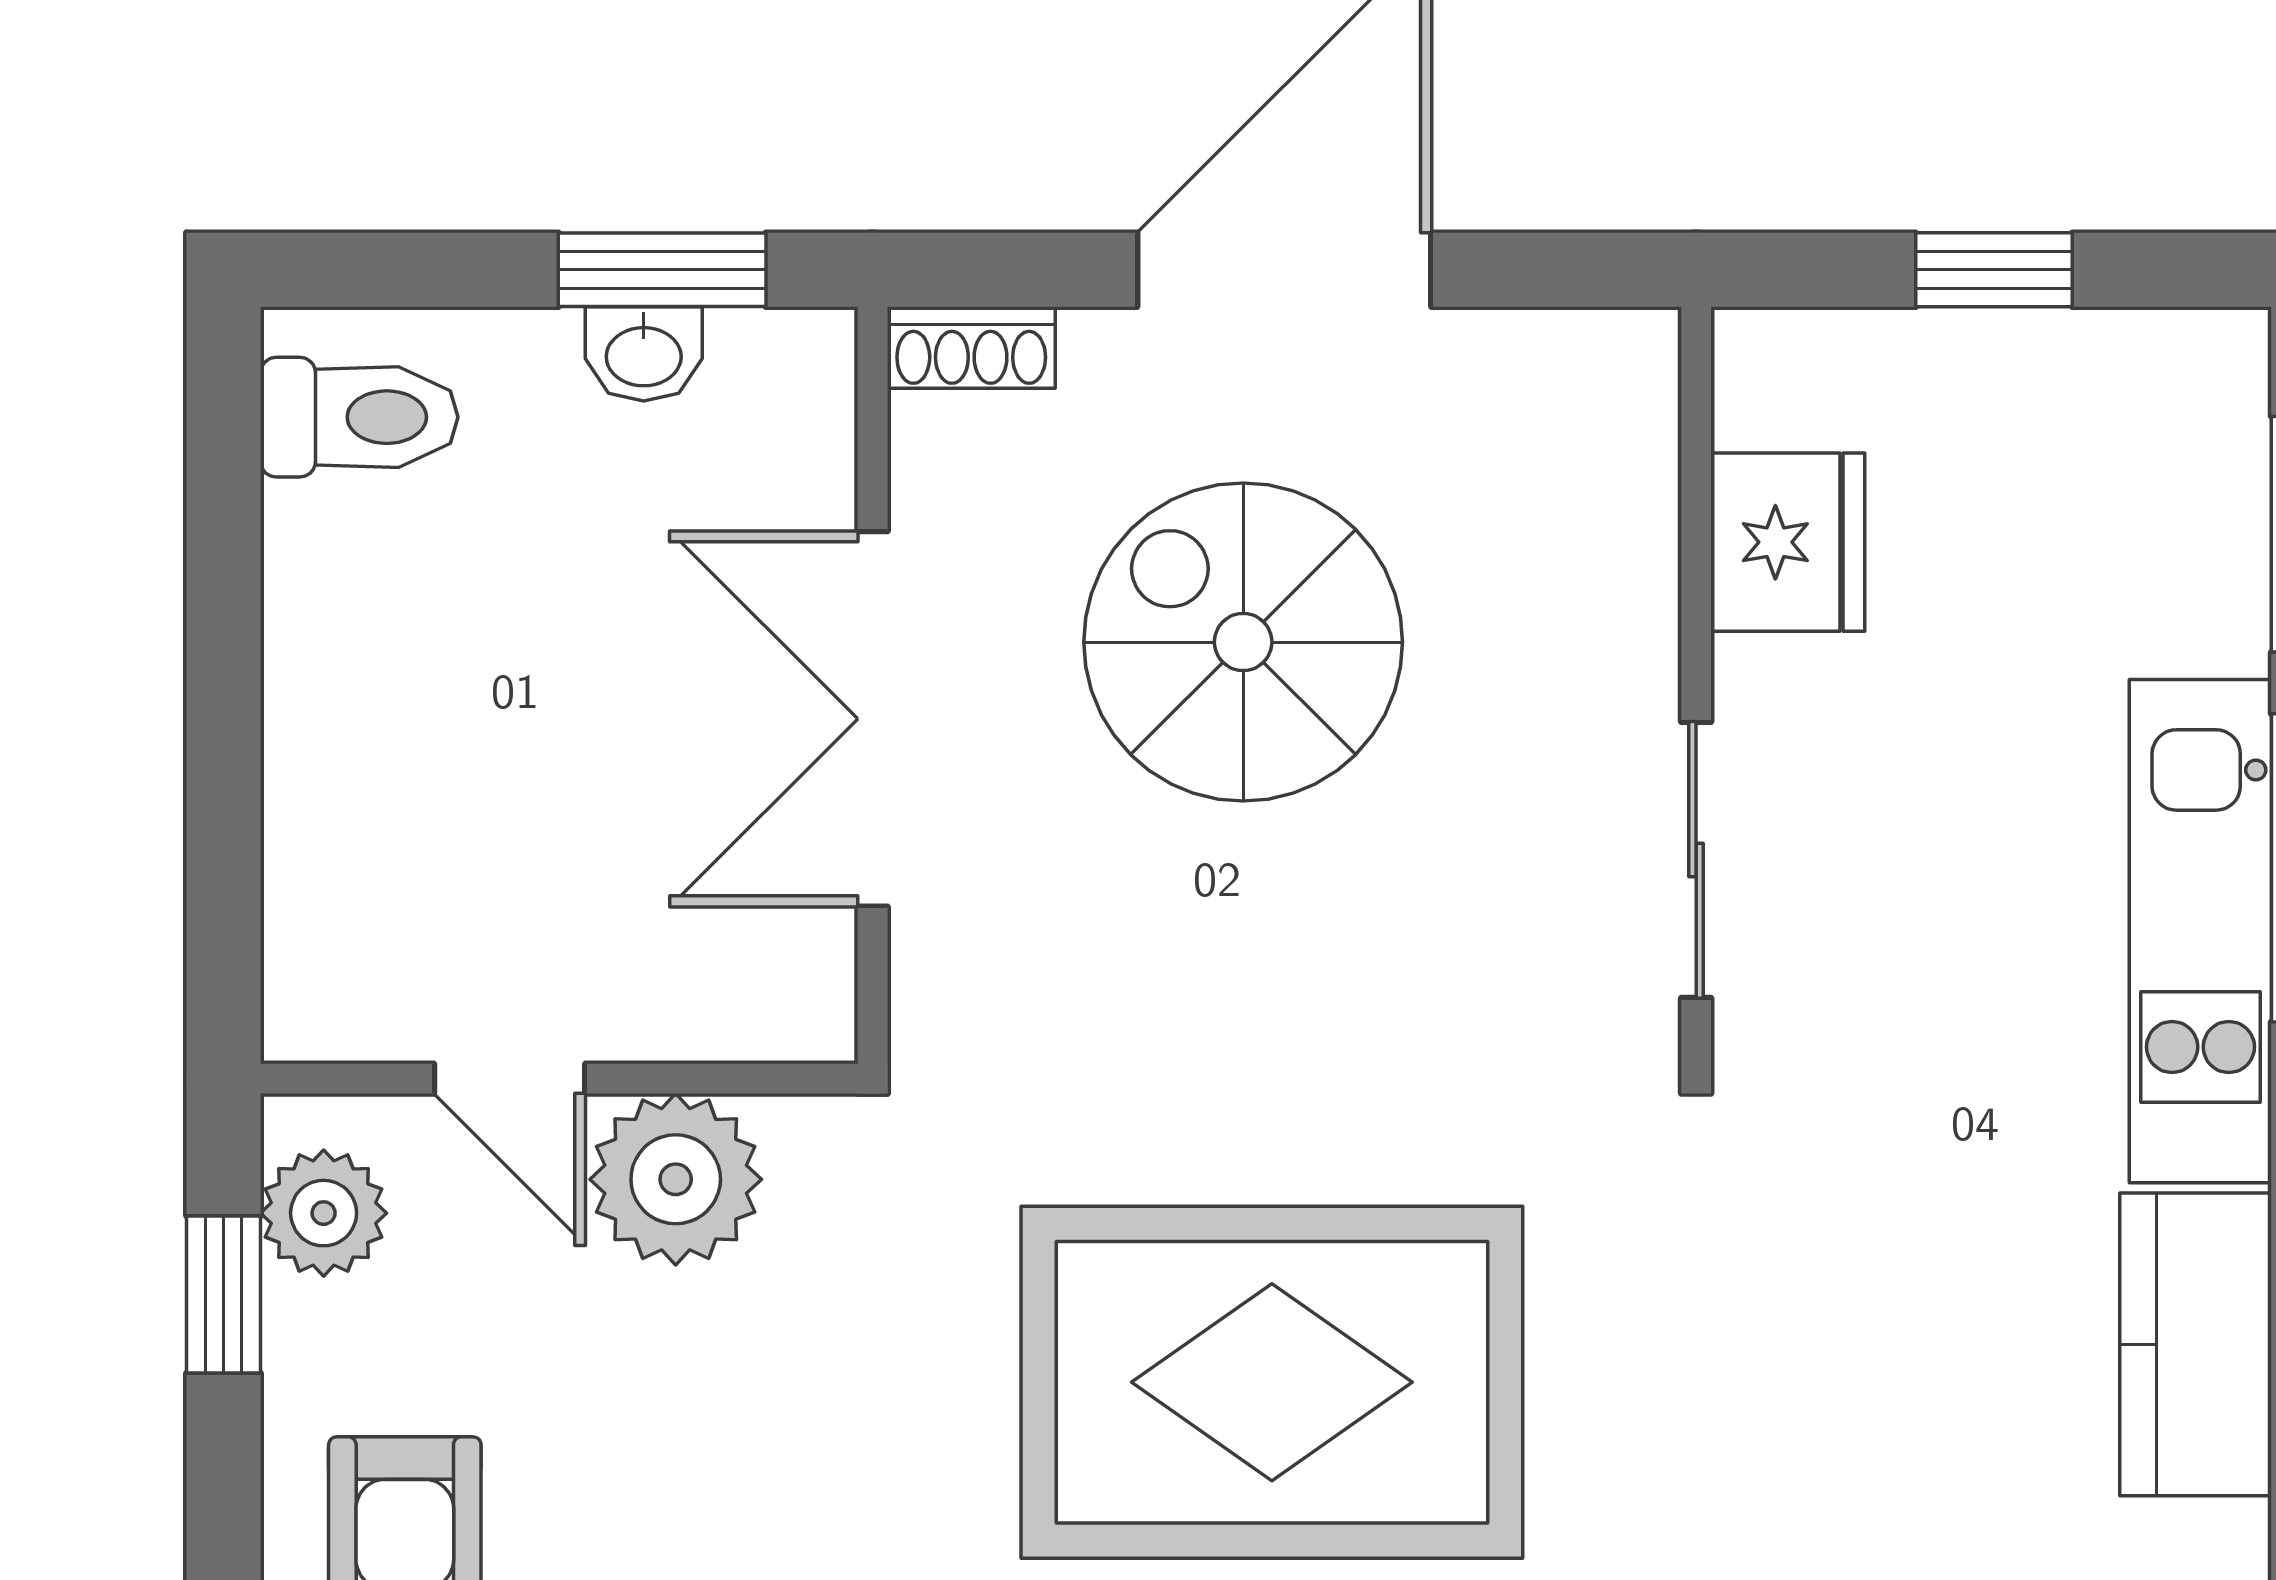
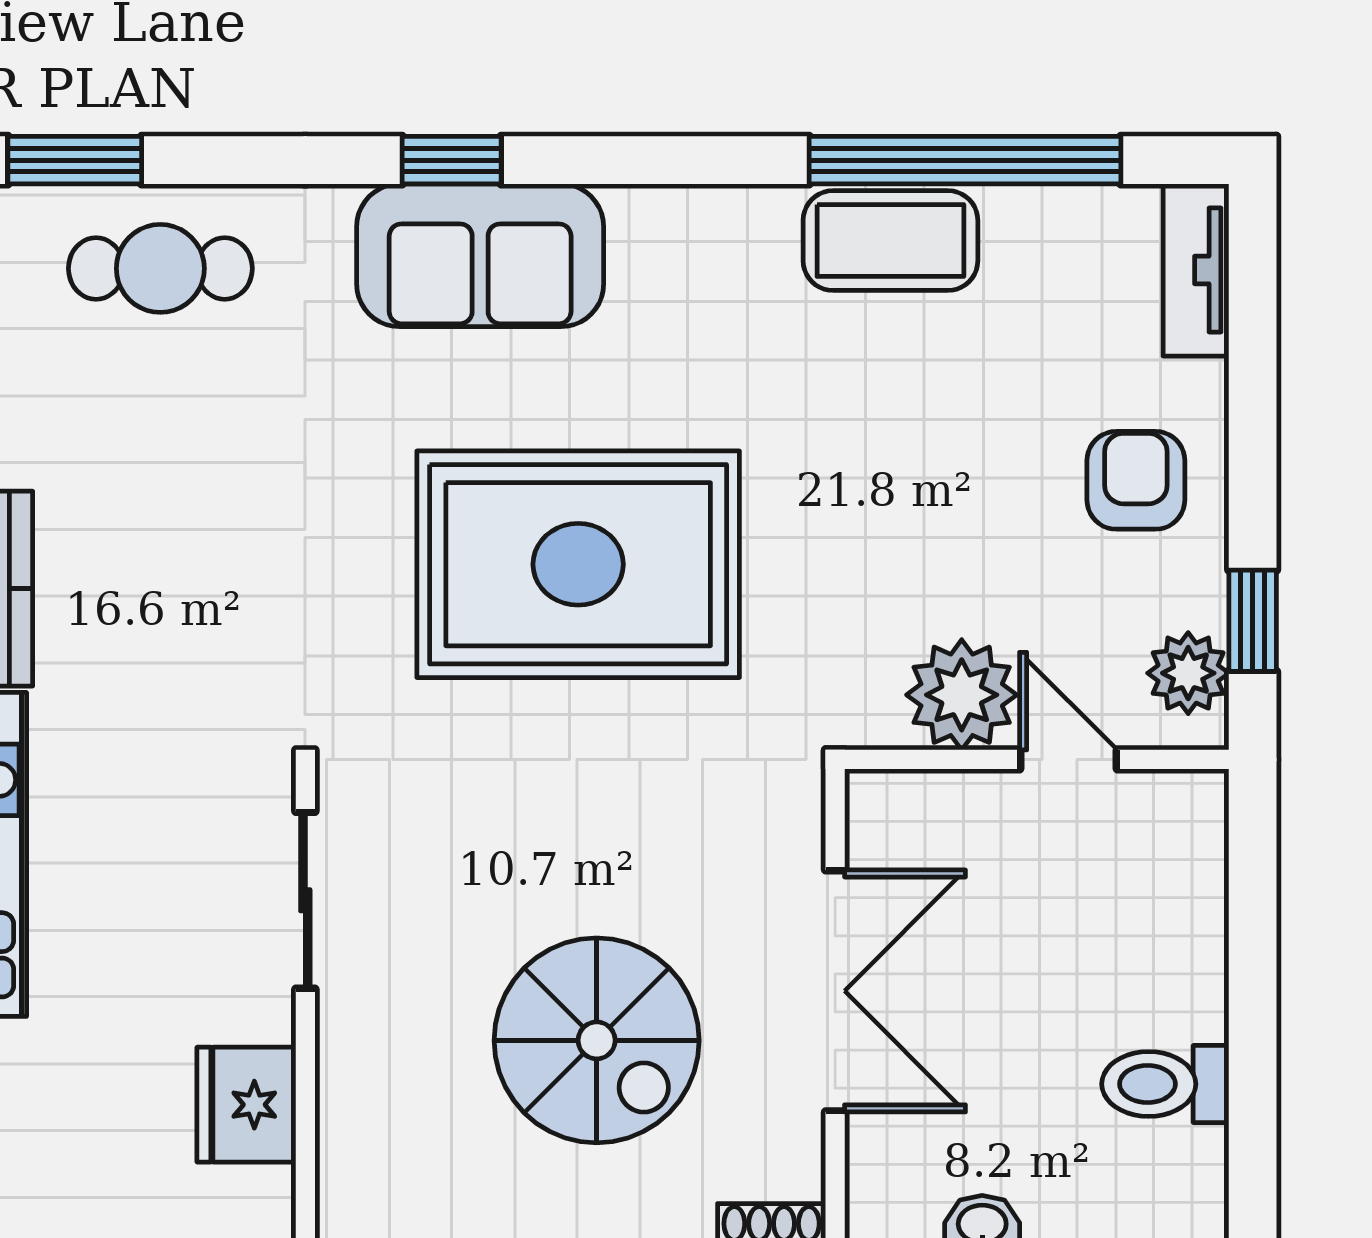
toilet: (359, 417) -> (1165, 1084), moved

